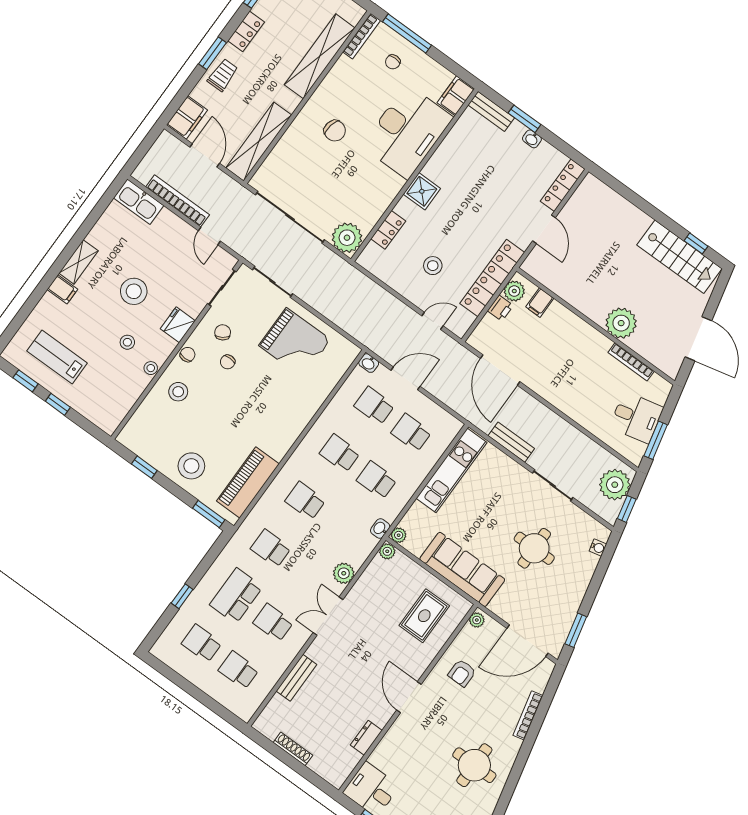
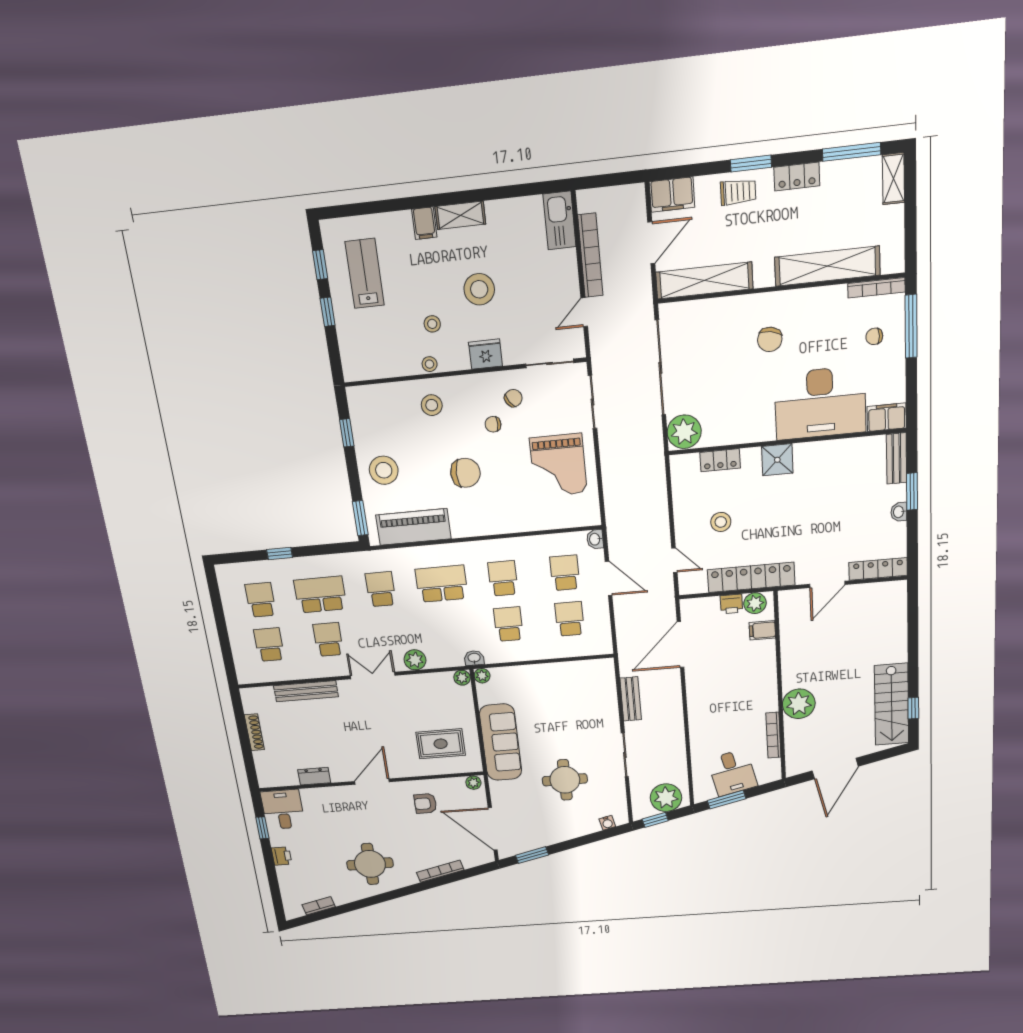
chair: (188, 355) -> (465, 473), moved, width x1.87, depth x1.87
kitchen unit: (451, 470) -> (568, 673), removed
school desk: (305, 501) -> (442, 584), width x1.85
bench: (296, 678) -> (306, 691), width x1.36

